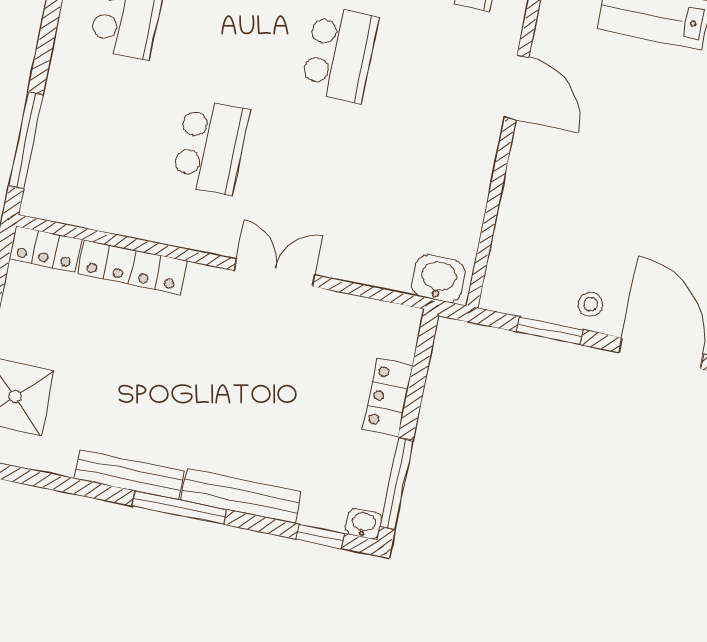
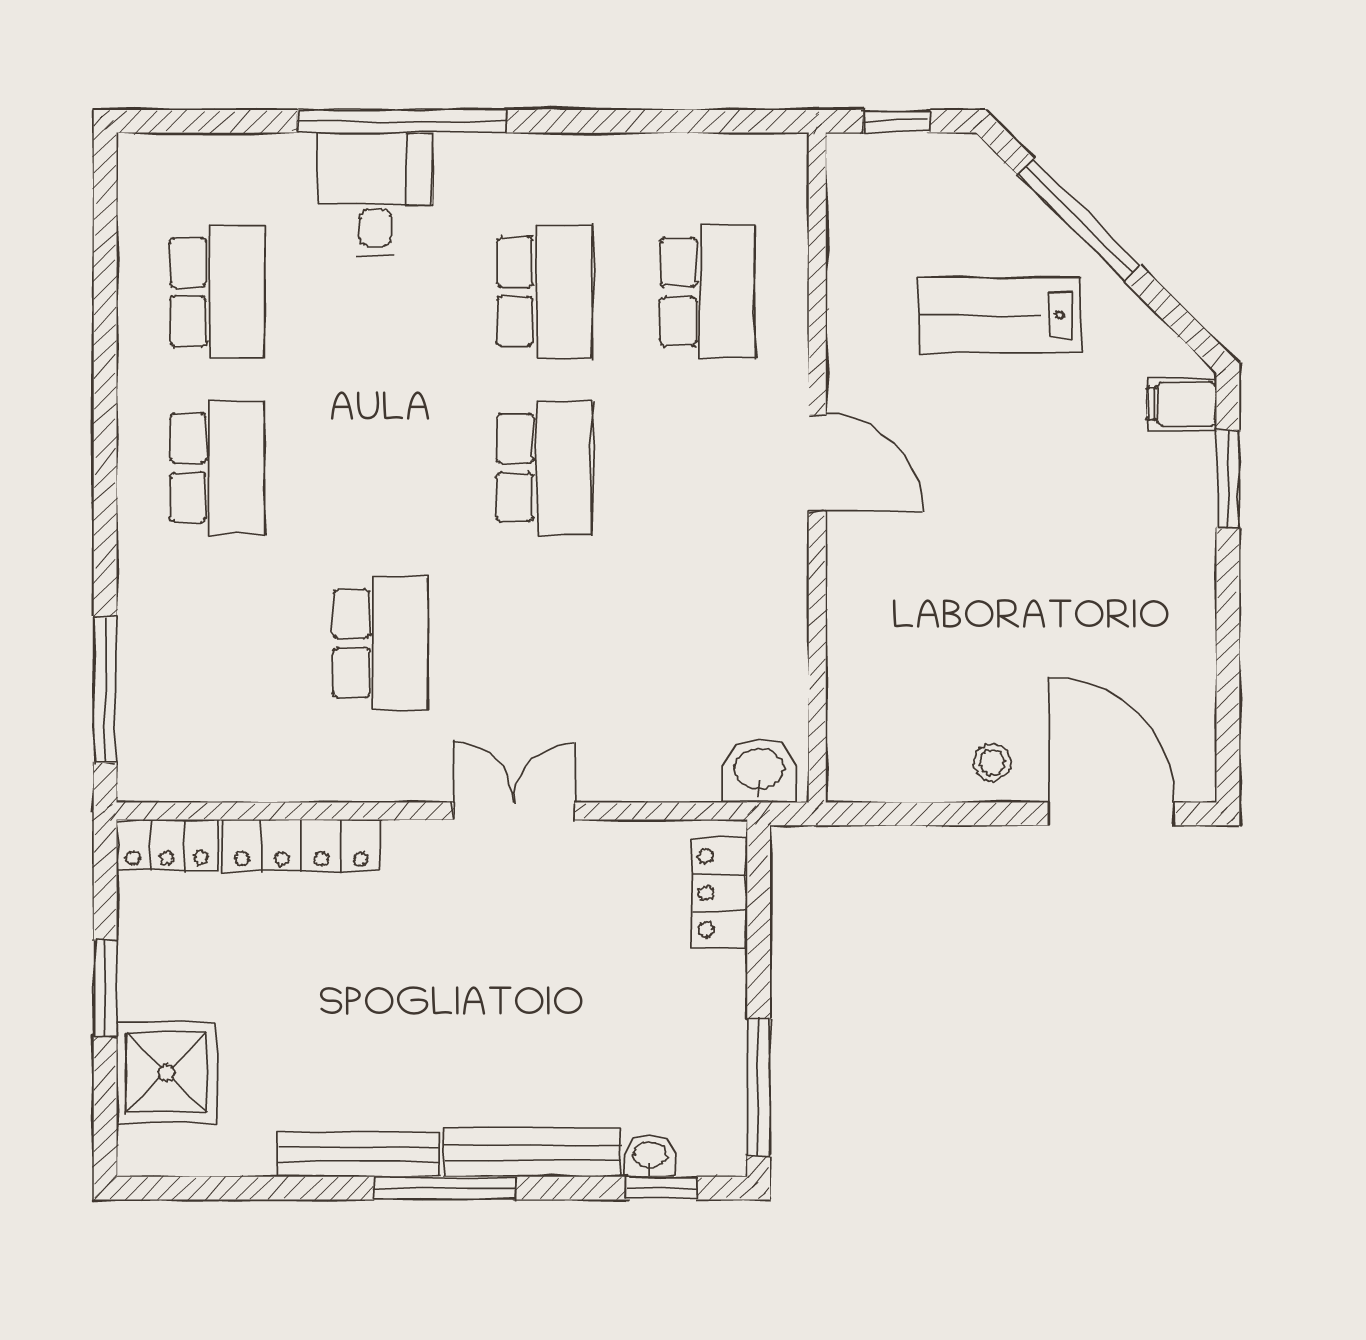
window: (550, 331) -> (940, 814), removed
locker: (388, 397) -> (720, 893), moved
washbasin: (364, 524) -> (650, 1156), moved

